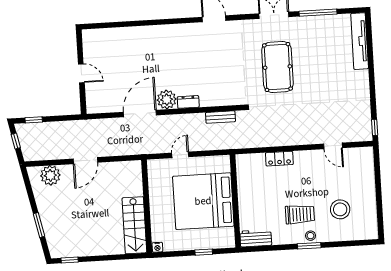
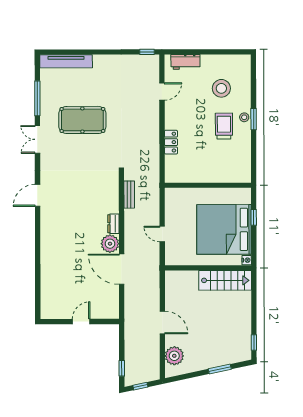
pool table: (277, 67) -> (82, 120), moved
bed: (203, 201) -> (224, 229), moved, turned 90
workbench: (256, 238) -> (185, 62), moved, turned -90

